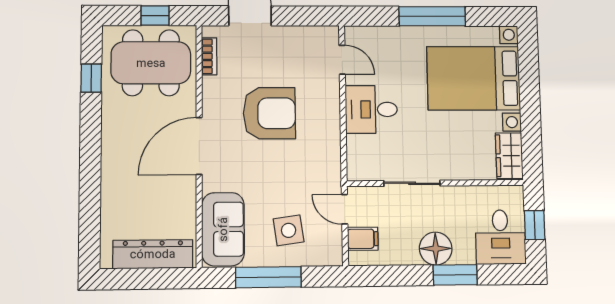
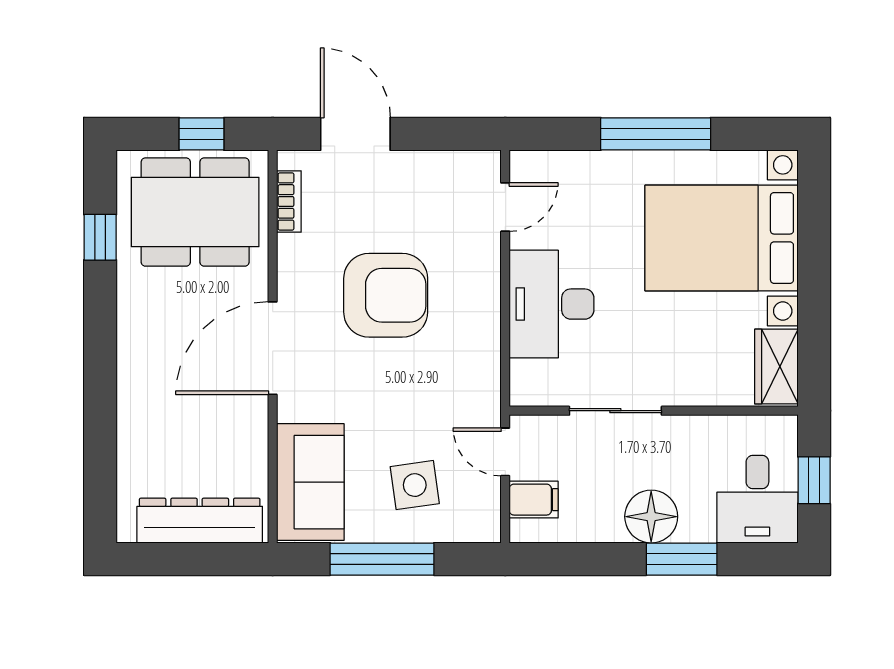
door: (342, 60) -> (505, 207), hinge flipped
desk: (371, 109) -> (552, 304), width x1.37

